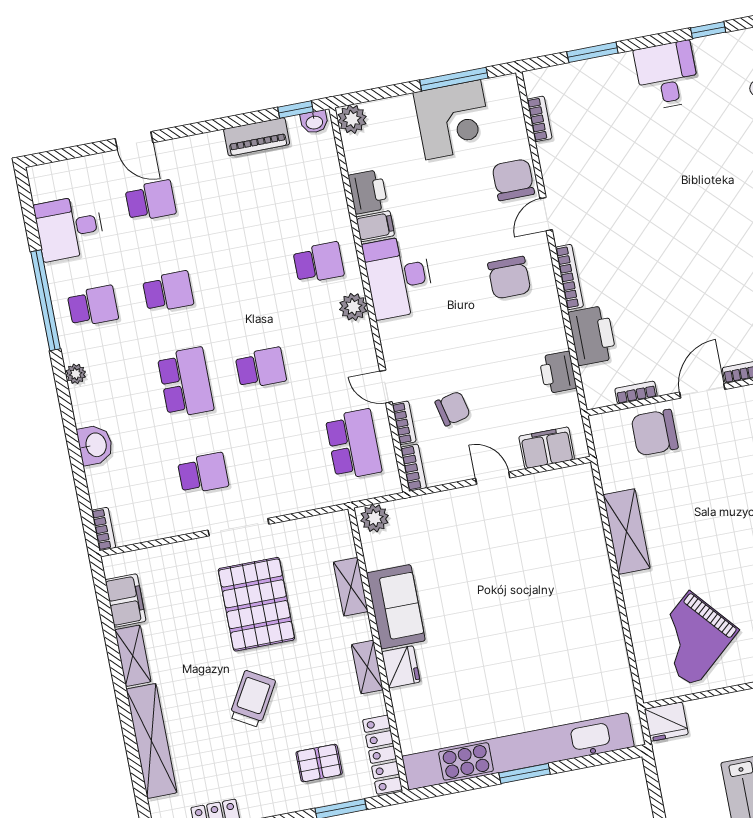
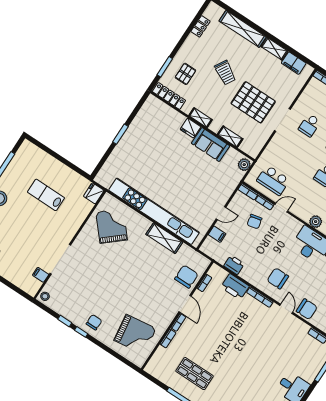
filing cabinet: (547, 448) -> (217, 234), width x0.50
kitchen unit: (518, 751) -> (154, 211), moved, turned -90

